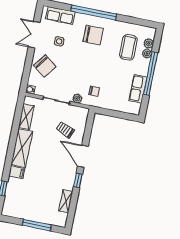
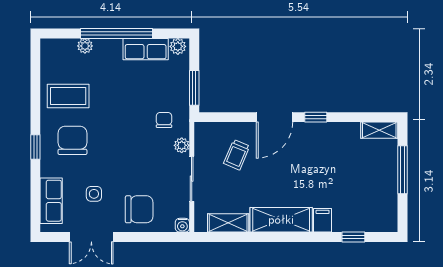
window: (94, 13) -> (35, 147), width x0.32
plant: (149, 43) -> (178, 46), moved
coffee table: (128, 47) -> (68, 96), moved
chair: (45, 66) -> (139, 209), turned 53
window: (109, 113) -> (194, 88), added
shelving: (66, 201) -> (379, 130), moved

